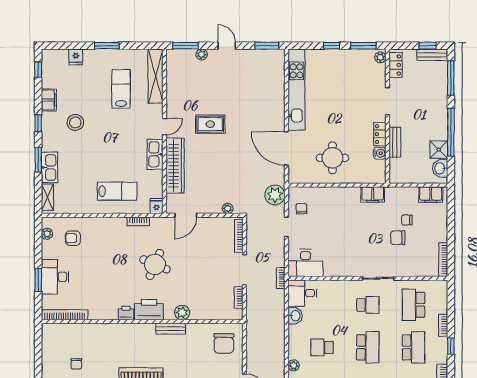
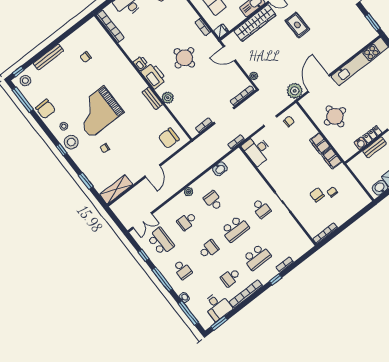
plant: (275, 195) -> (295, 91), moved
filing cabinet: (431, 195) -> (320, 144), moved
round table: (155, 264) -> (184, 58), turned -34
desk: (302, 293) -> (237, 162), removed
school desk: (413, 305) -> (283, 237), removed

